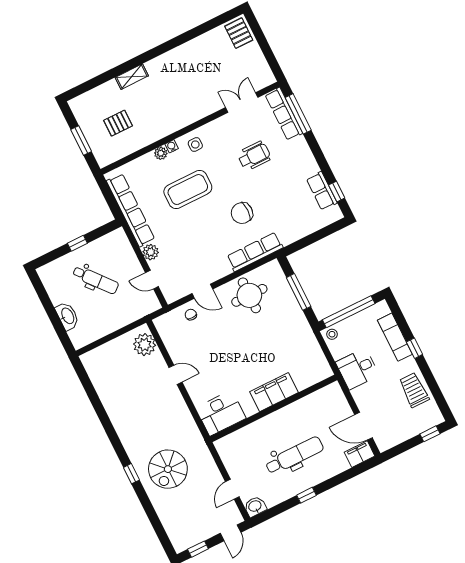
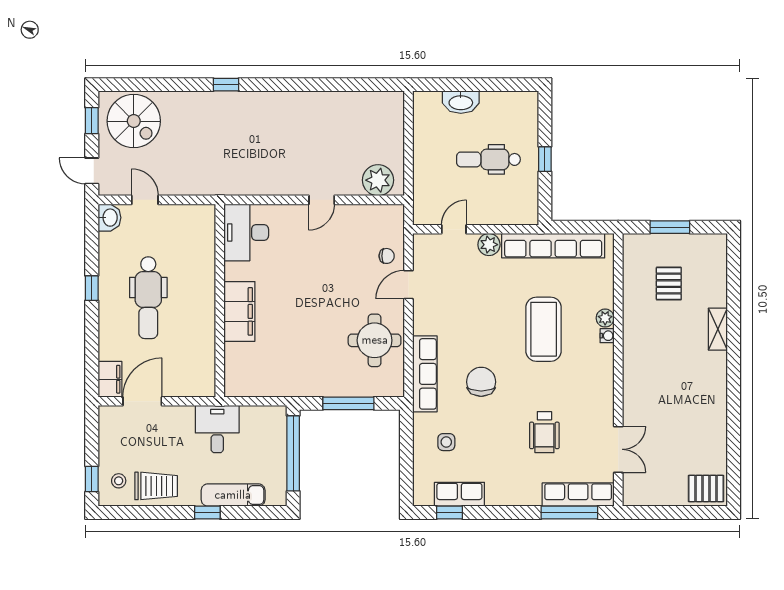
side table: (195, 144) -> (446, 442), moved
dental chair: (96, 280) -> (488, 159), turned 40
stool: (332, 334) -> (119, 481), moved
spiral stairs: (168, 469) -> (134, 121), moved, turned 180

